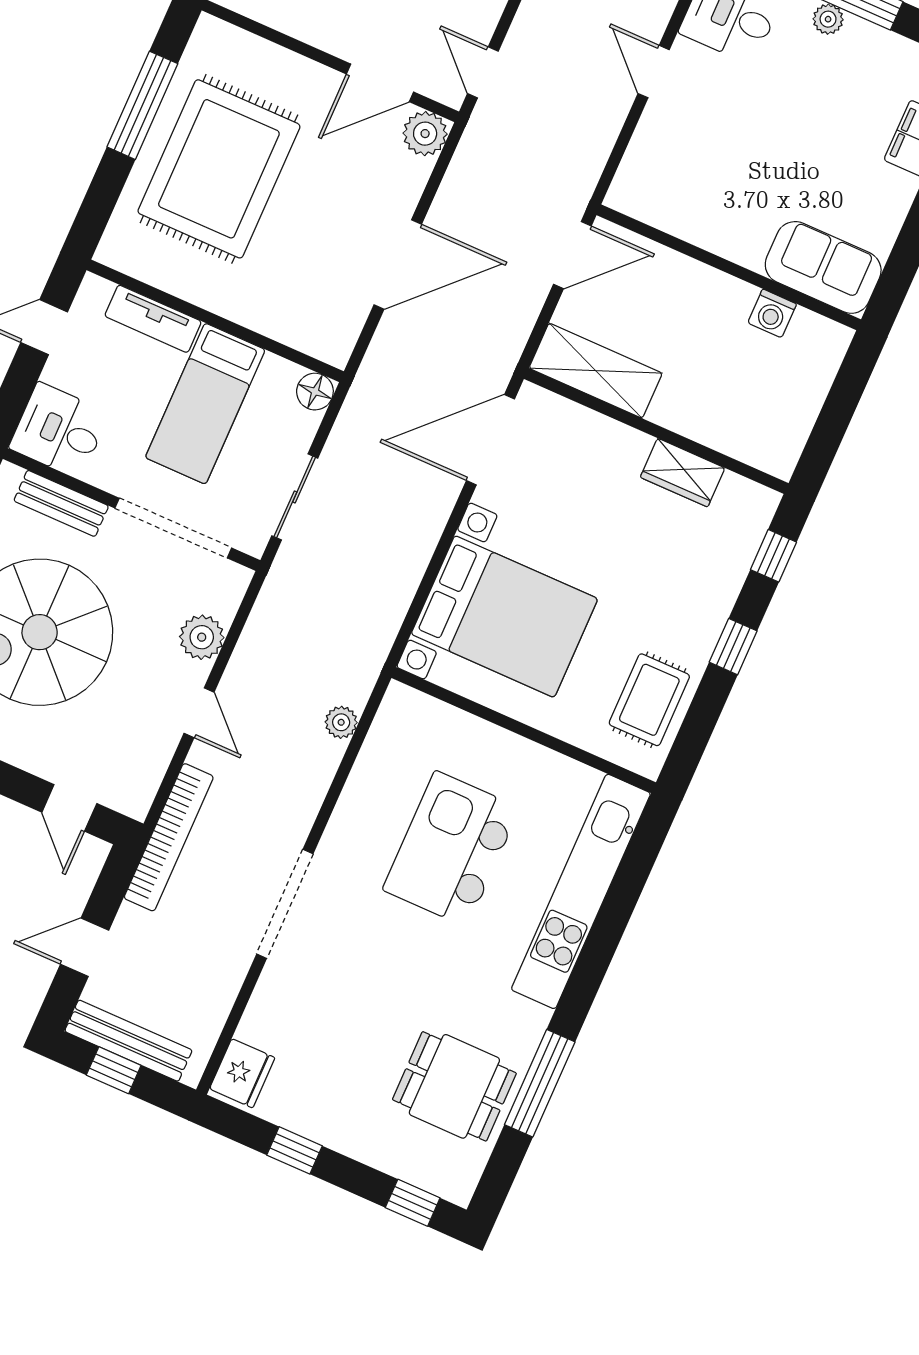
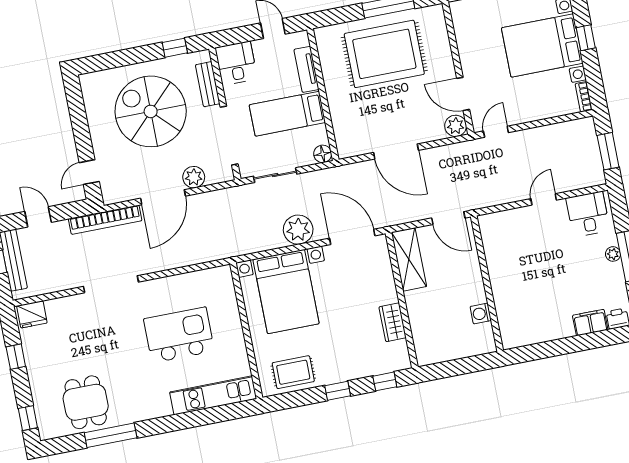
sofa: (823, 267) -> (513, 321), removed
door: (199, 713) -> (163, 197), width x1.88
plant: (341, 722) -> (298, 230), moved, width x1.88, depth x1.88
kitchen unit: (581, 891) -> (213, 395), width x0.73

